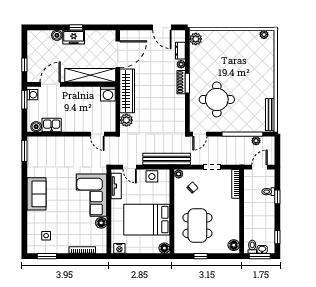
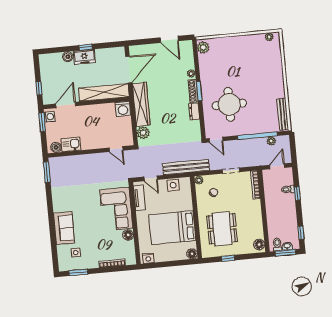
dresser: (180, 51) -> (194, 112), moved
door: (200, 134) -> (216, 140), hinge flipped
sofa: (37, 194) -> (64, 228), moved

